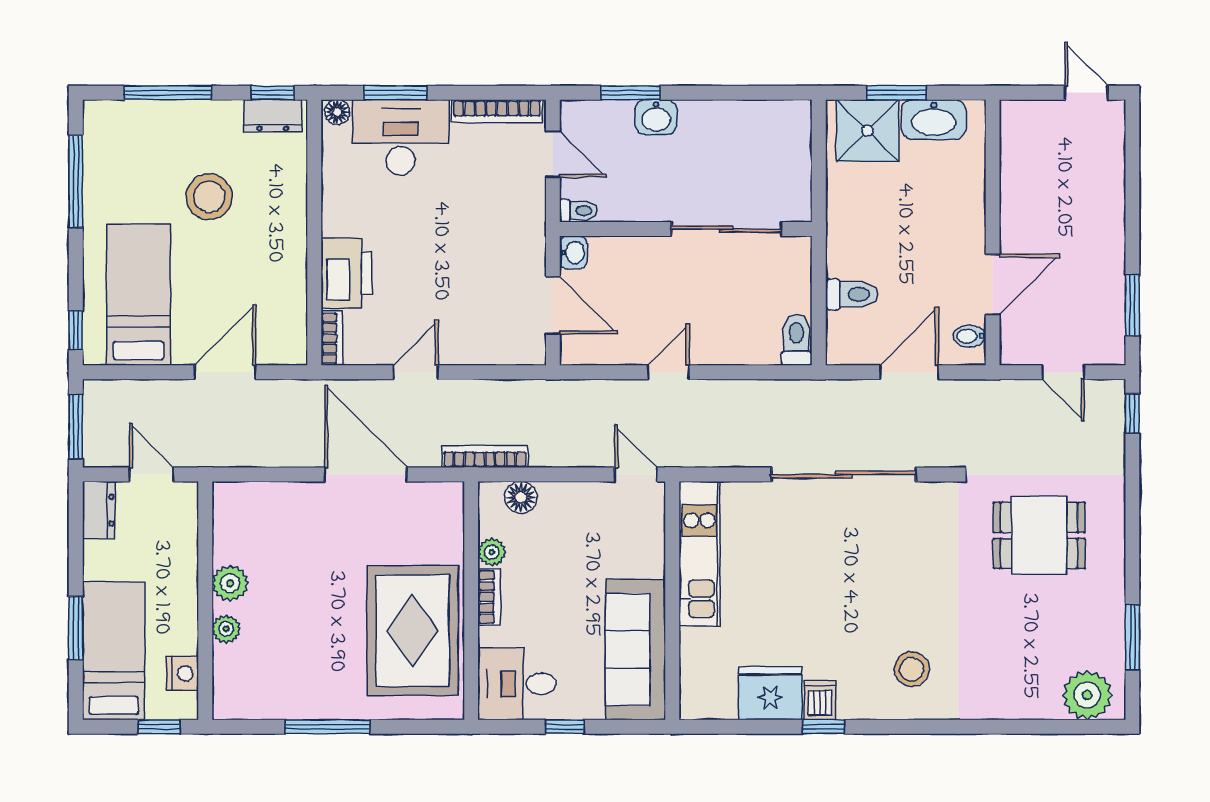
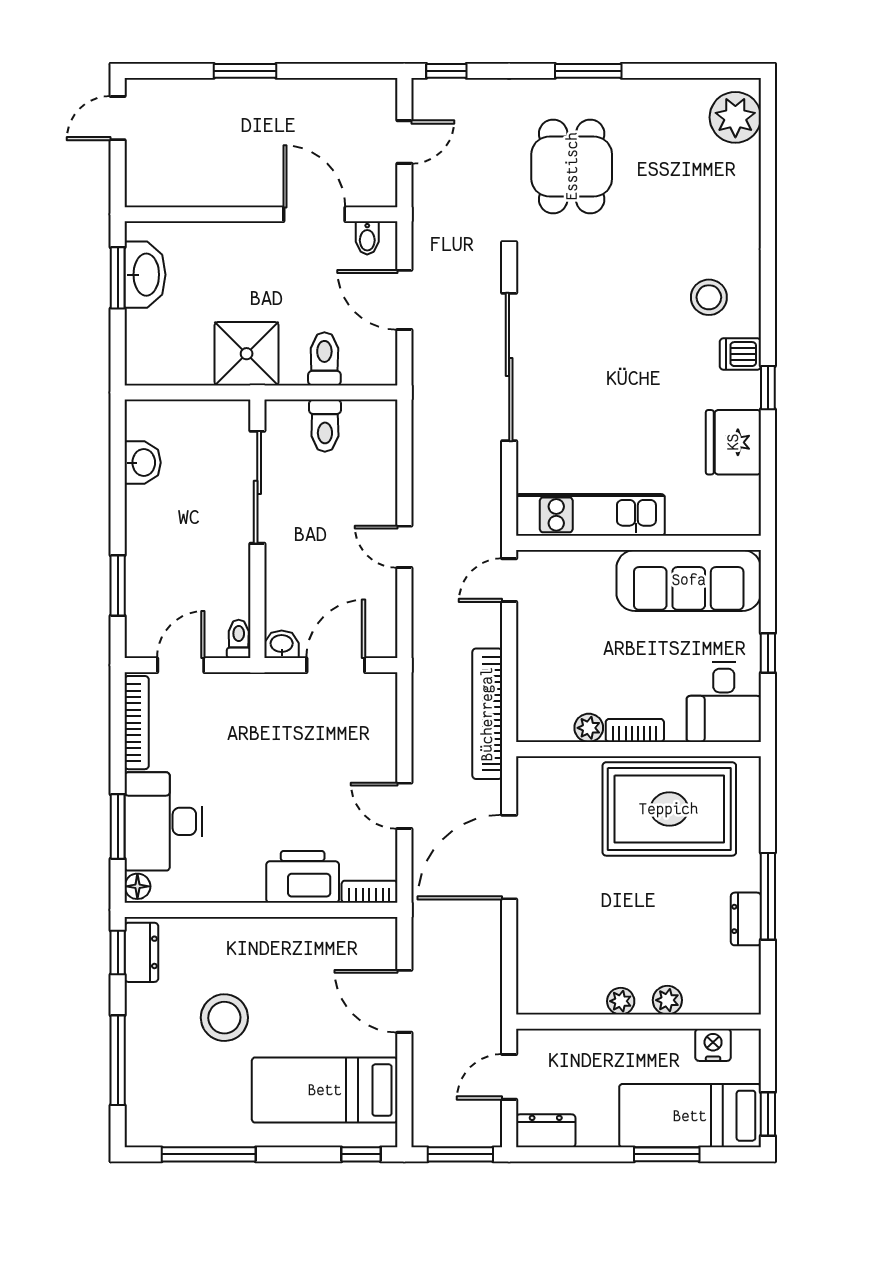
window: (896, 93) -> (118, 278), moved
washbasin: (656, 117) -> (143, 463), moved
shower: (867, 131) -> (247, 354), moved
window: (1132, 305) -> (245, 71), moved
toilet: (796, 340) -> (325, 426), moved, turned -90
bookcase: (485, 457) -> (487, 714), width x1.48, depth x1.31
floor lamp: (521, 497) -> (533, 698), removed
plant: (230, 583) -> (621, 1001), width x0.73, depth x0.73
window: (1132, 637) -> (588, 71), moved
dishwasher: (820, 700) -> (740, 354), moved
dresser: (305, 705) -> (746, 919), added
window: (159, 727) -> (768, 1114), moved

